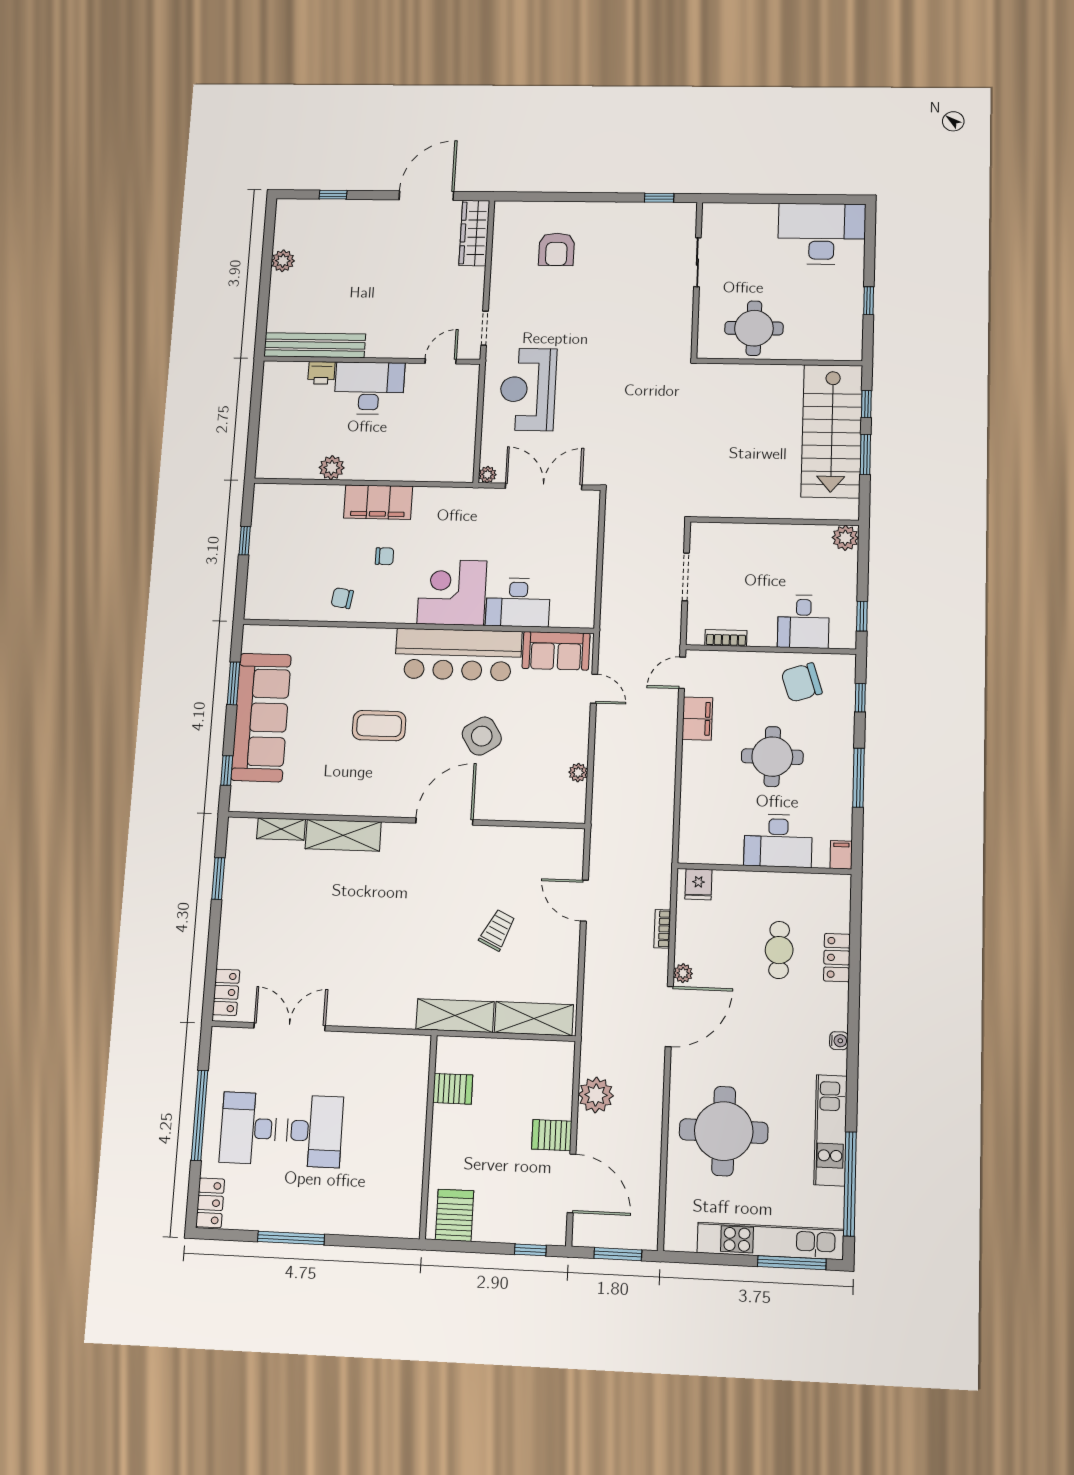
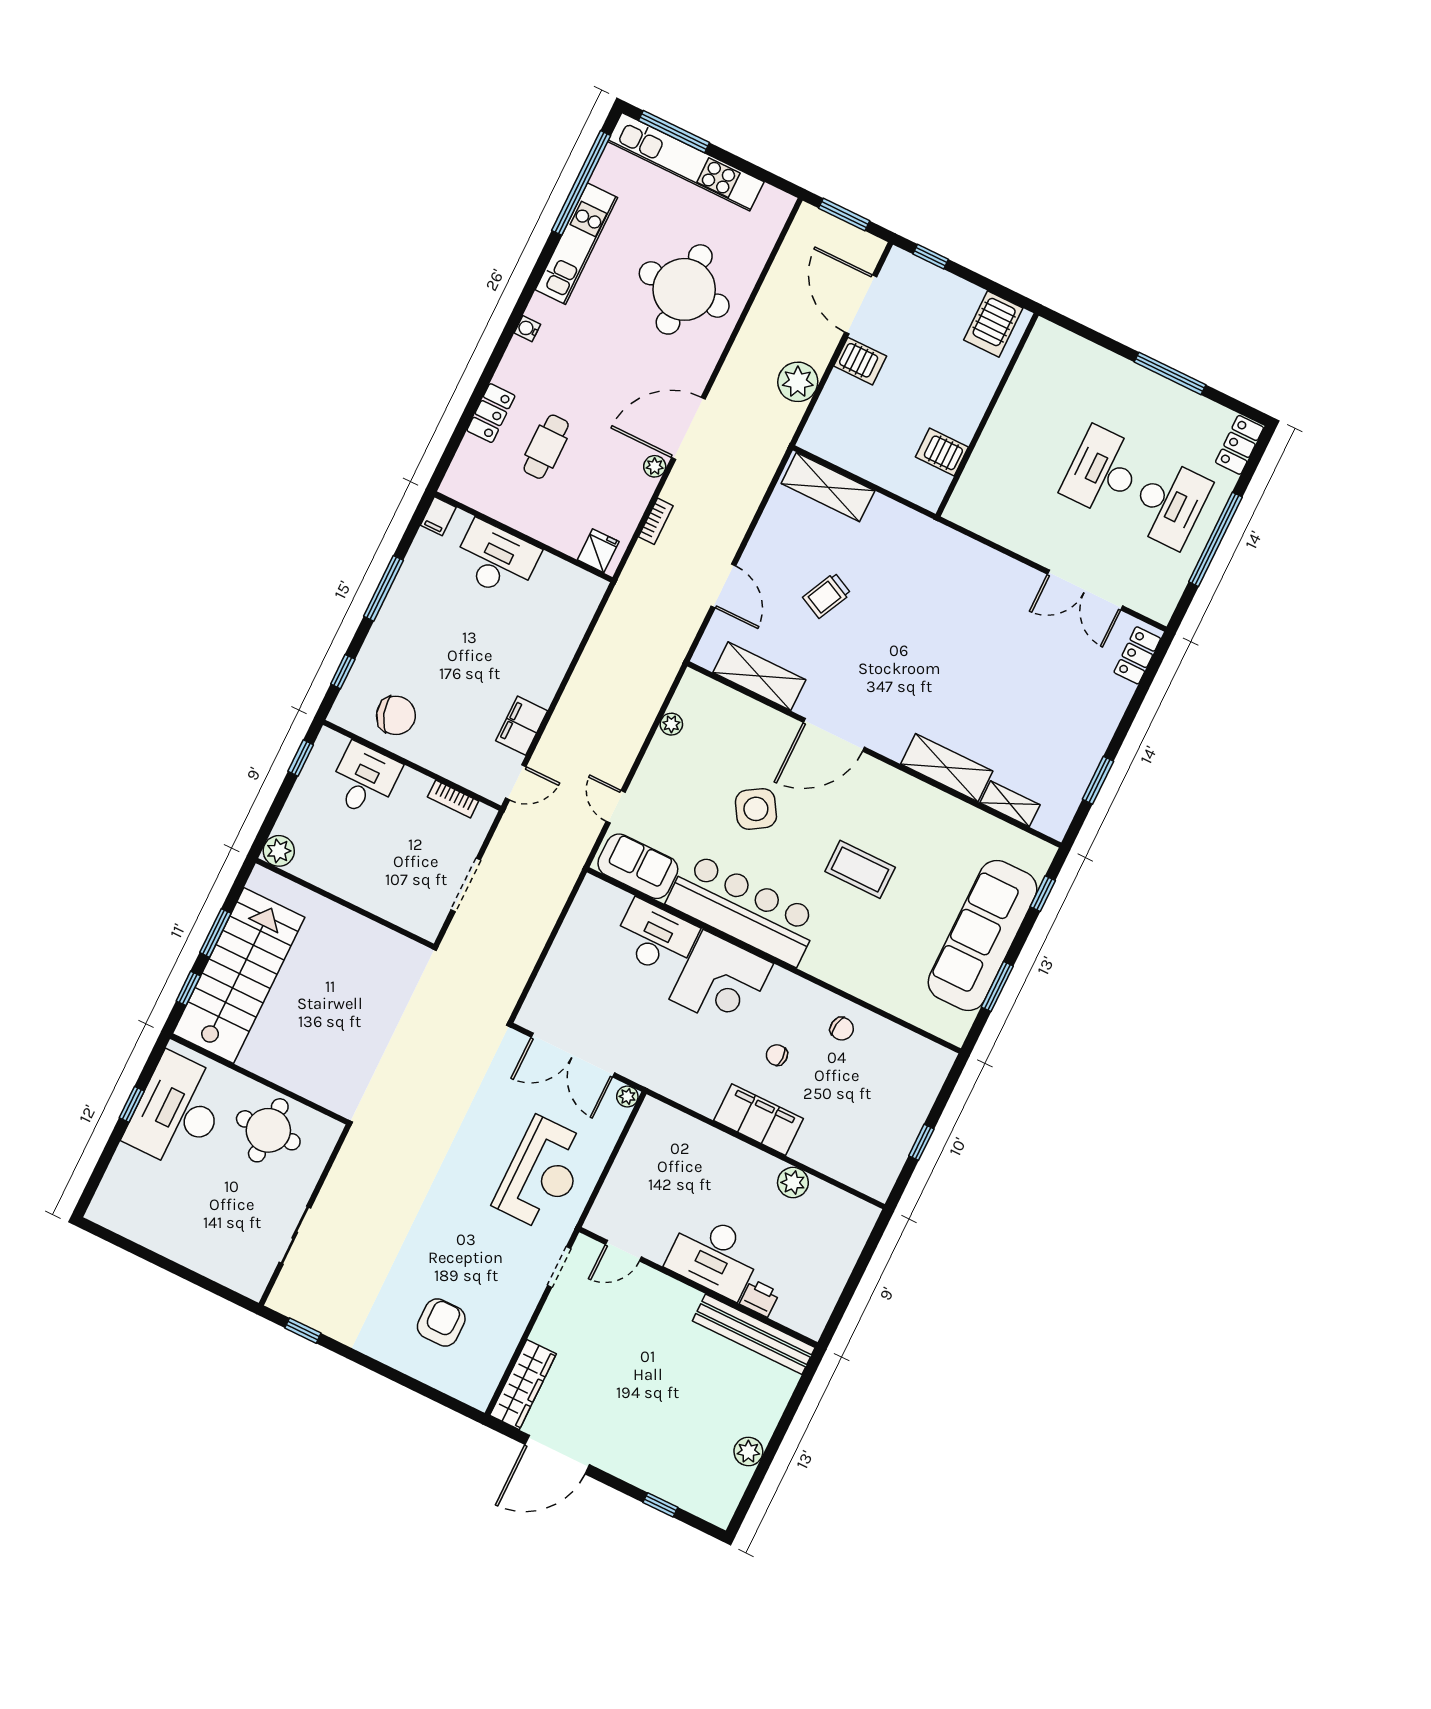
desk: (822, 234) -> (178, 1111), moved, turned 90
round table: (772, 757) -> (462, 650), removed
shelving: (455, 1016) -> (759, 676), moved

